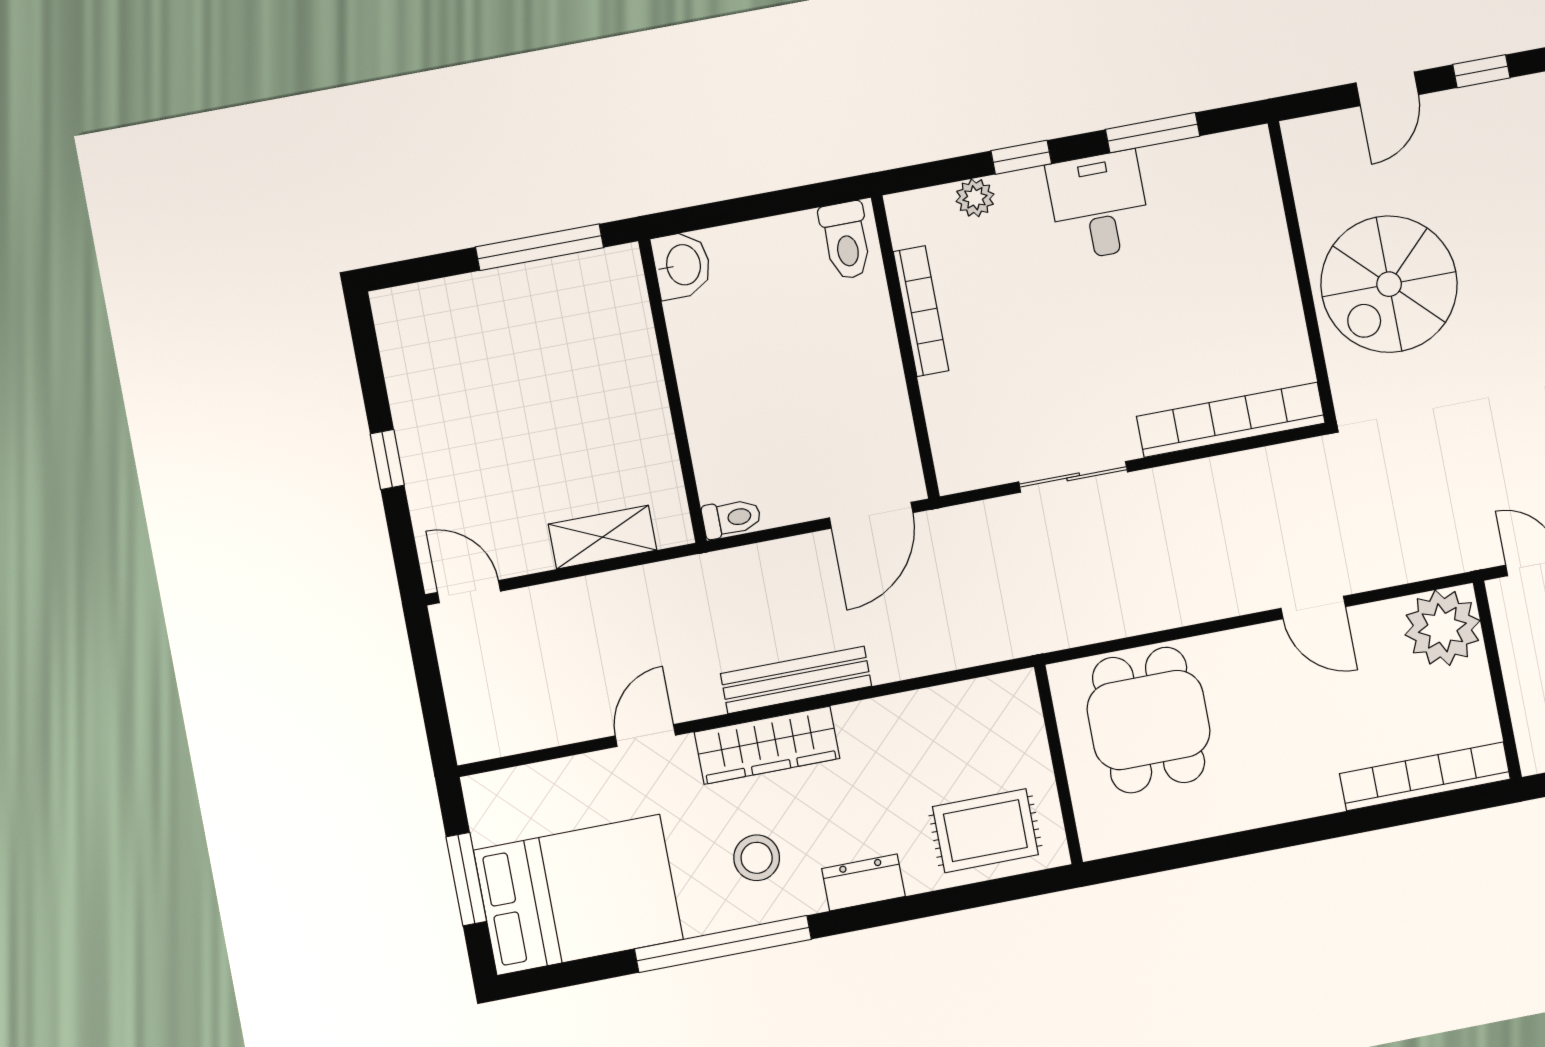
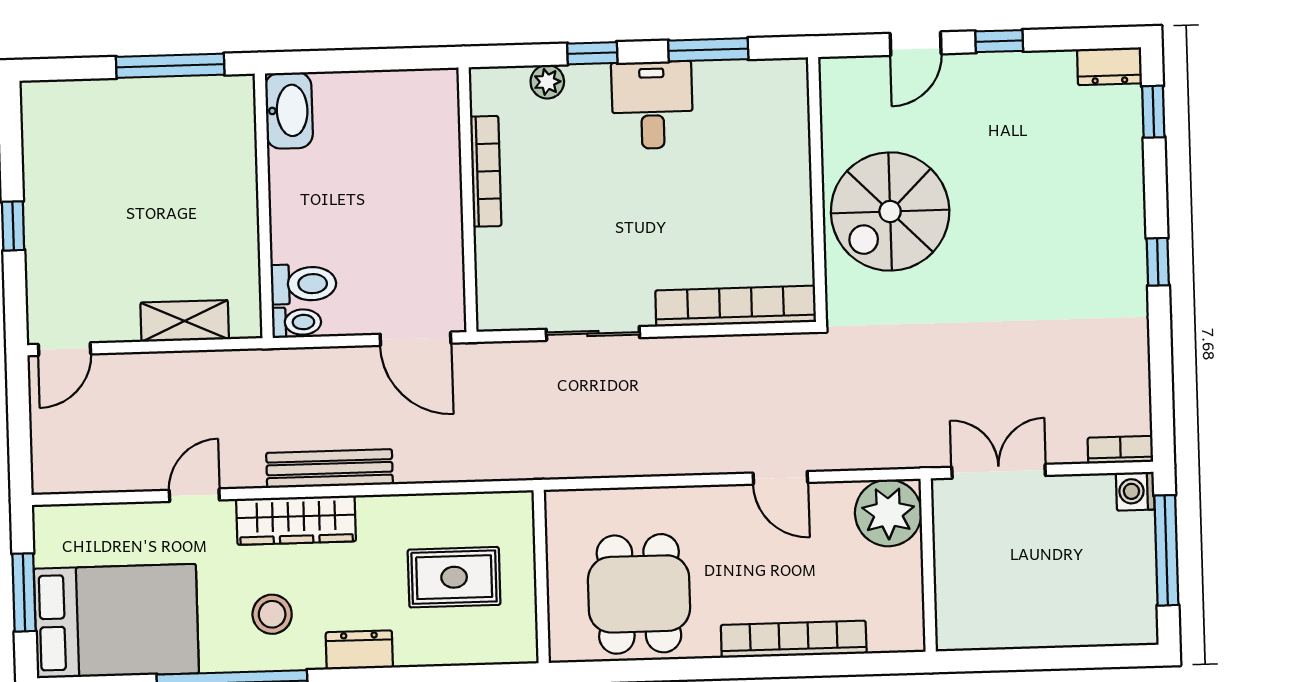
toilet: (846, 240) -> (304, 284), moved, turned -90
washbasin: (682, 265) -> (289, 110), width x1.38
door: (871, 515) -> (416, 339), hinge flipped
door: (469, 592) -> (64, 349), swing flipped
dining table: (1149, 720) -> (639, 594), moved
bookcase: (1425, 776) -> (794, 639), moved
rug: (985, 831) -> (454, 577), moved

